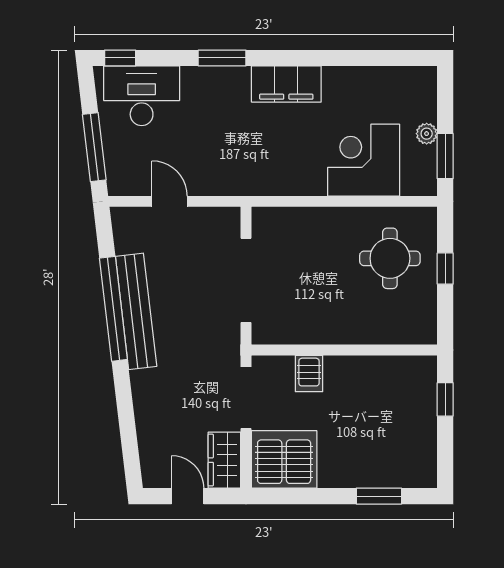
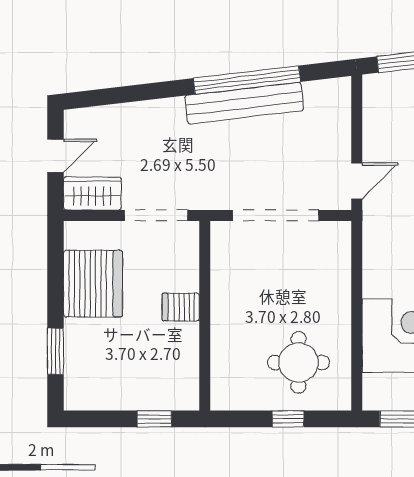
door: (170, 201) -> (357, 181), moved
server rack: (309, 374) -> (181, 307), moved
server rack: (284, 459) -> (93, 284), moved

